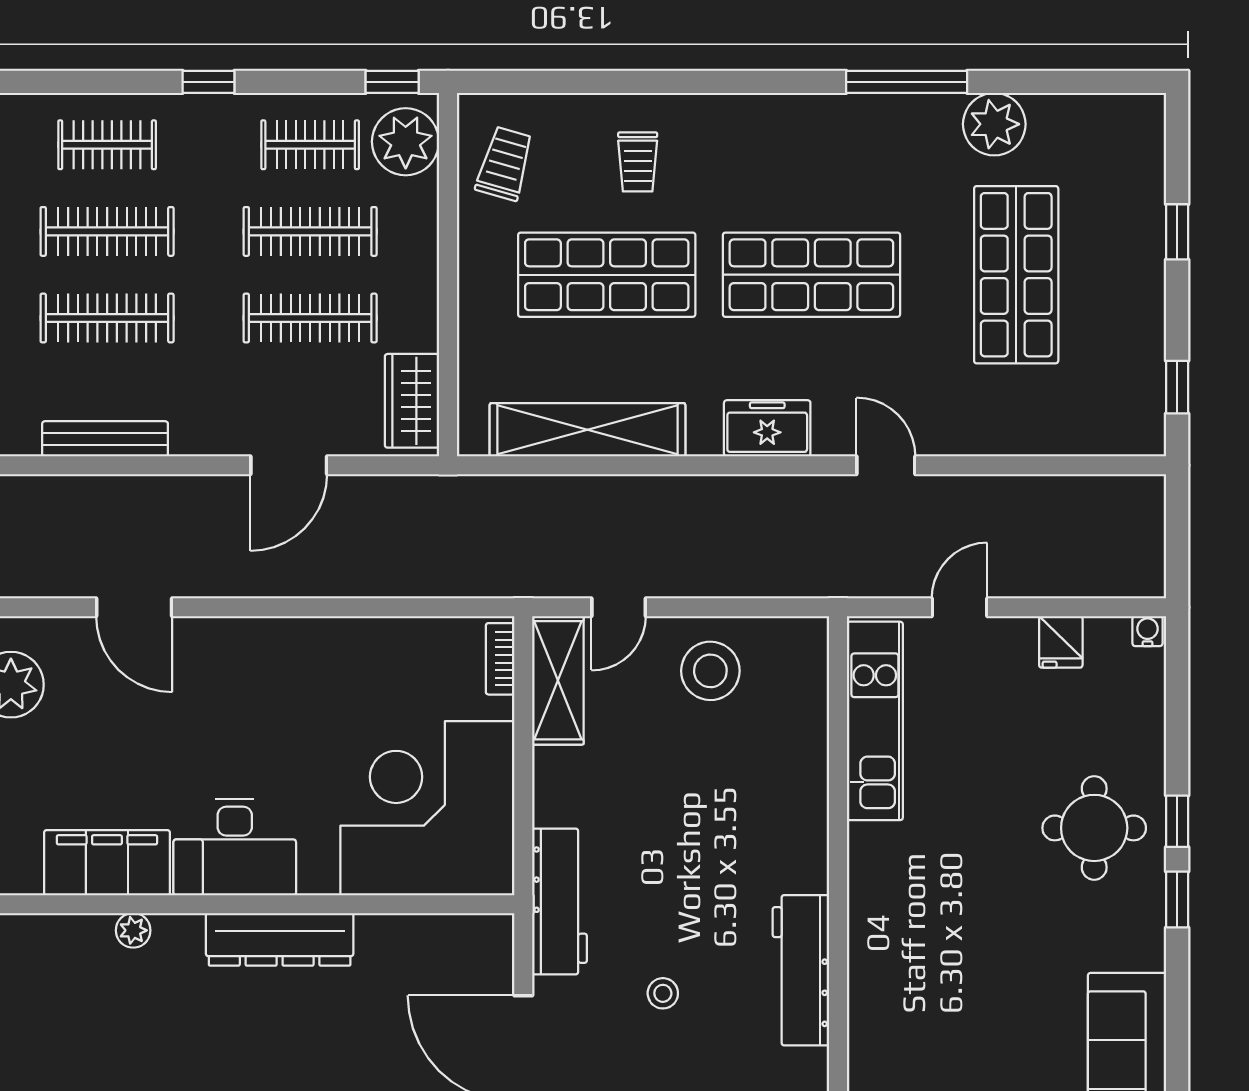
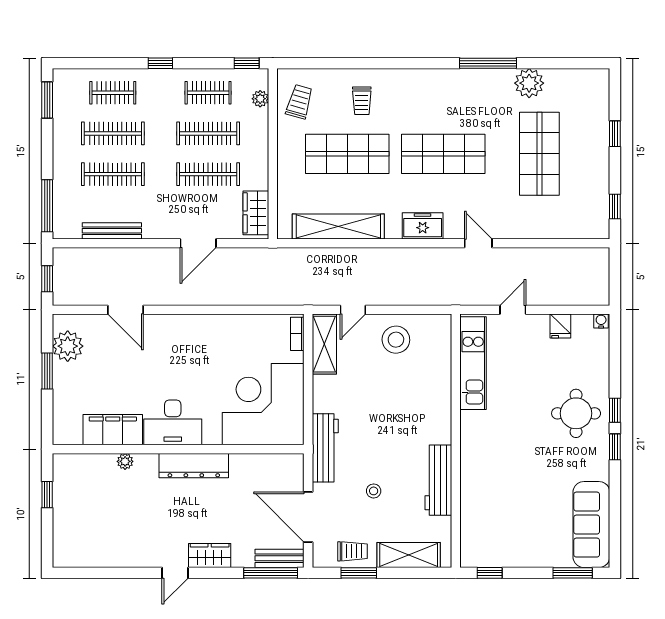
plant: (406, 142) -> (260, 99), width x0.53, depth x0.53

